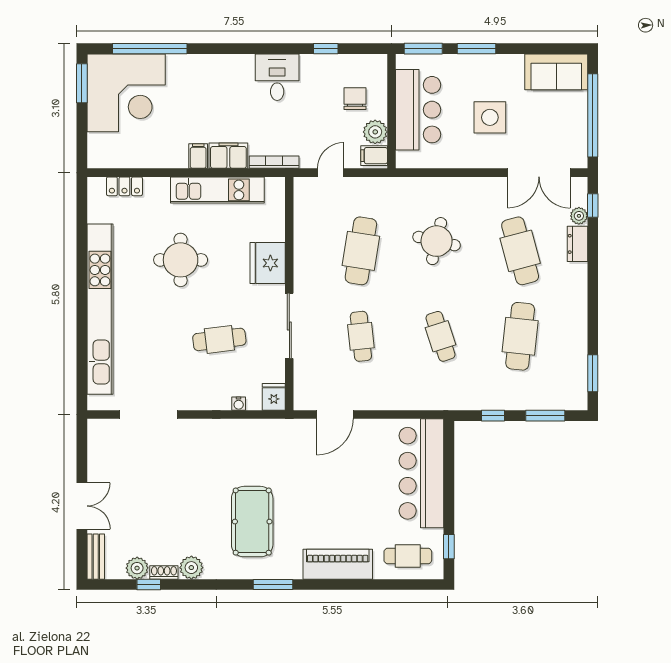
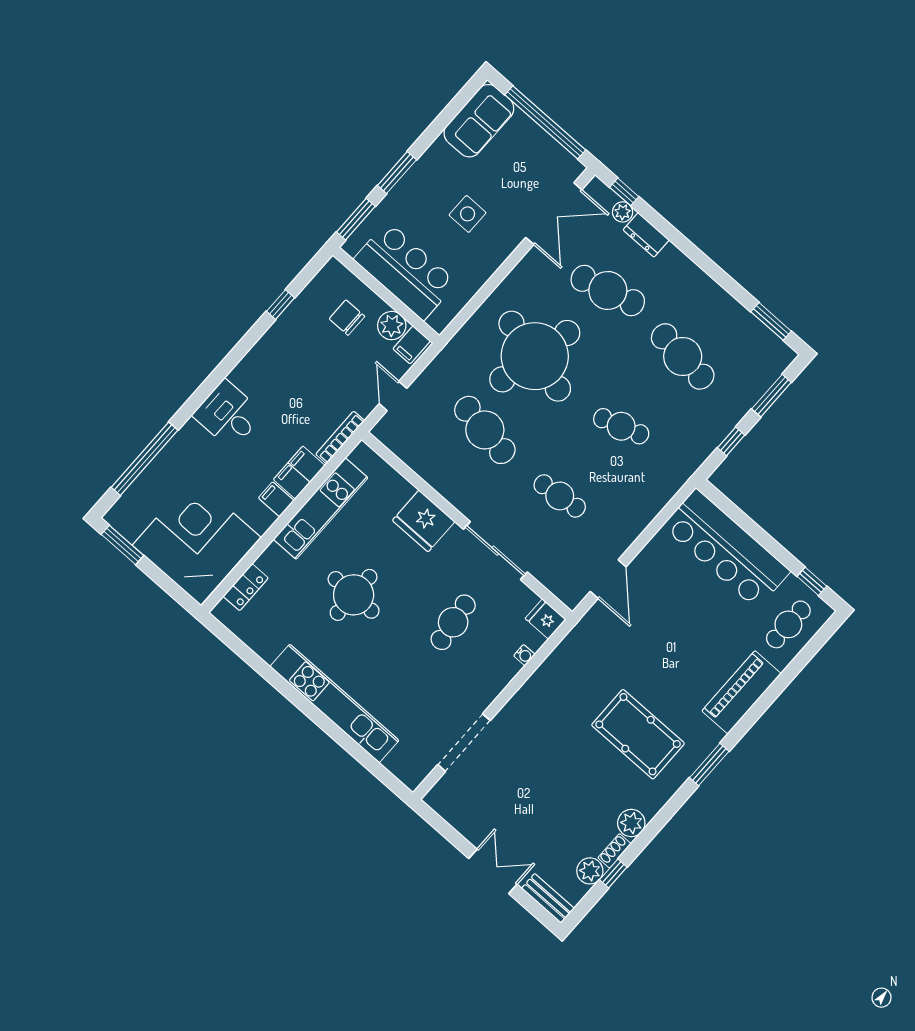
desk: (277, 77) -> (228, 414), moved
corner desk: (126, 93) -> (196, 541), moved, turned -90
side table: (490, 117) -> (468, 214), width x0.73, depth x0.73
round table: (437, 241) -> (535, 356), width x1.86, depth x1.86
kitchen unit: (100, 309) -> (334, 704), width x0.73

